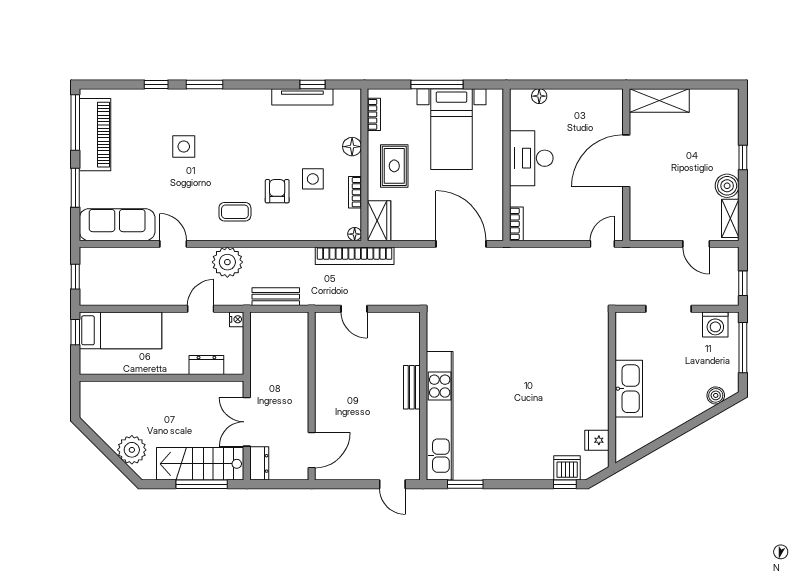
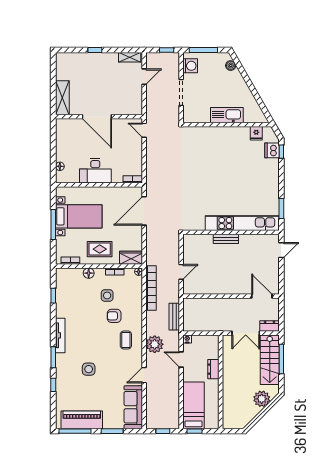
tv unit: (302, 97) -> (60, 335), moved
boiler: (727, 186) -> (111, 59), removed
bookcase: (355, 256) -> (151, 288), moved
dresser: (206, 365) -> (213, 369), moved

